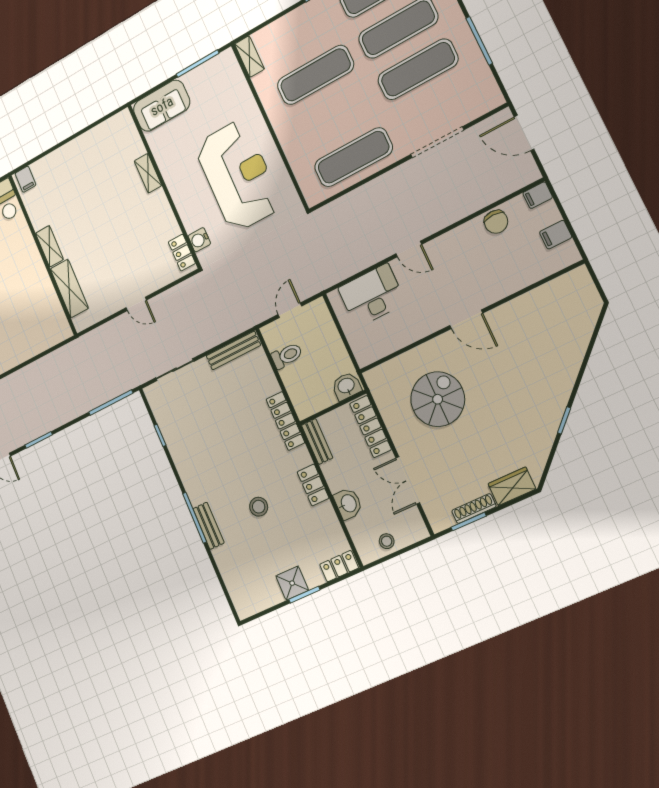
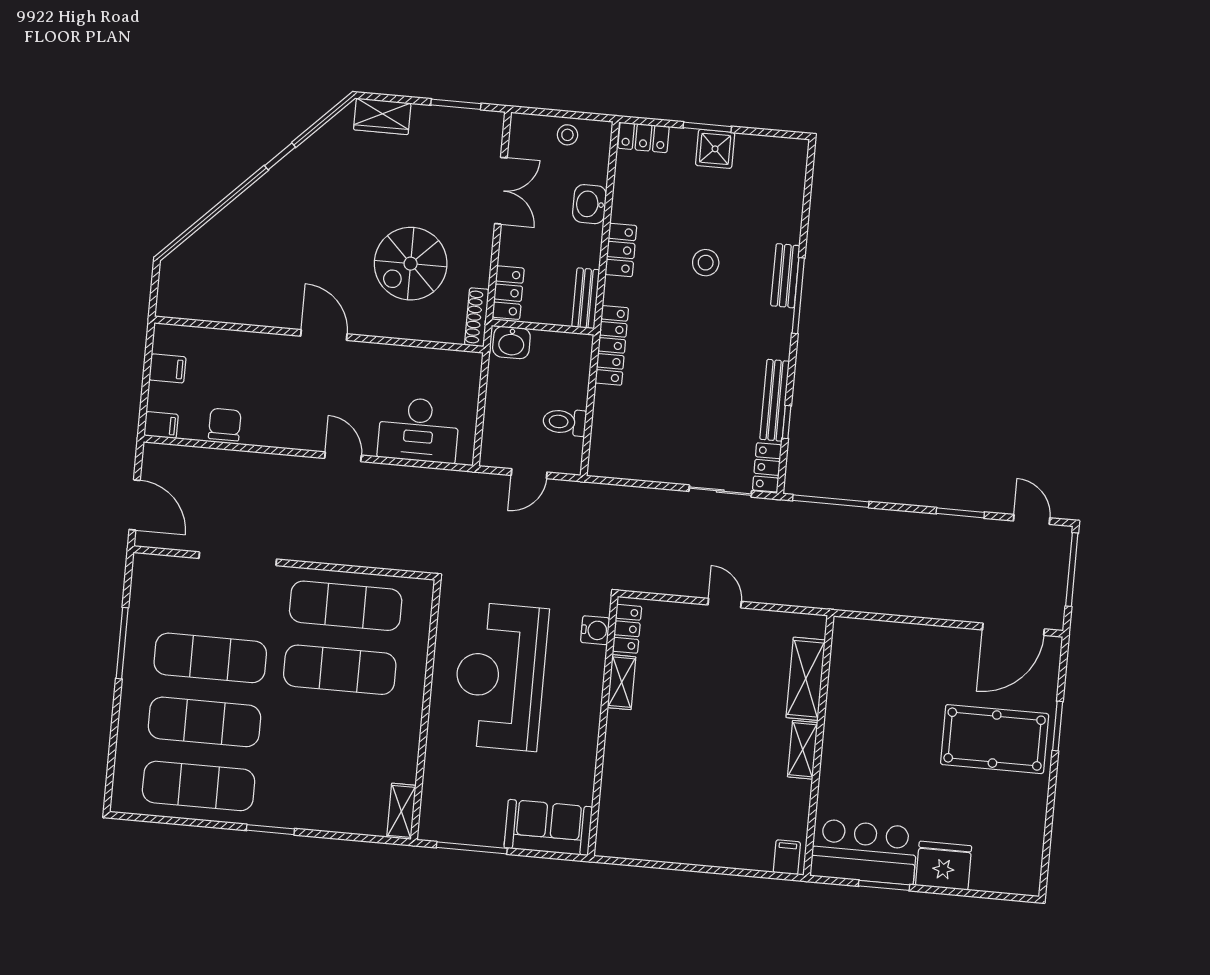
exercise mat: (315, 75) -> (340, 670), moved
shelving: (148, 173) -> (622, 682), moved
bench: (233, 350) -> (775, 400), moved, turned 90
locker: (156, 401) -> (767, 467), added
locker: (370, 426) -> (508, 293), width x0.66
shoe rack: (474, 509) -> (477, 317), moved, turned 90

